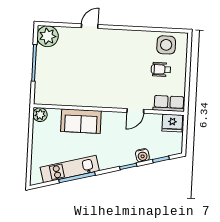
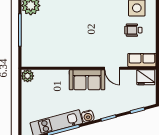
door: (135, 111) -> (112, 68), hinge flipped
sofa: (81, 121) -> (87, 80), moved
water cooler: (142, 155) -> (88, 116), moved

